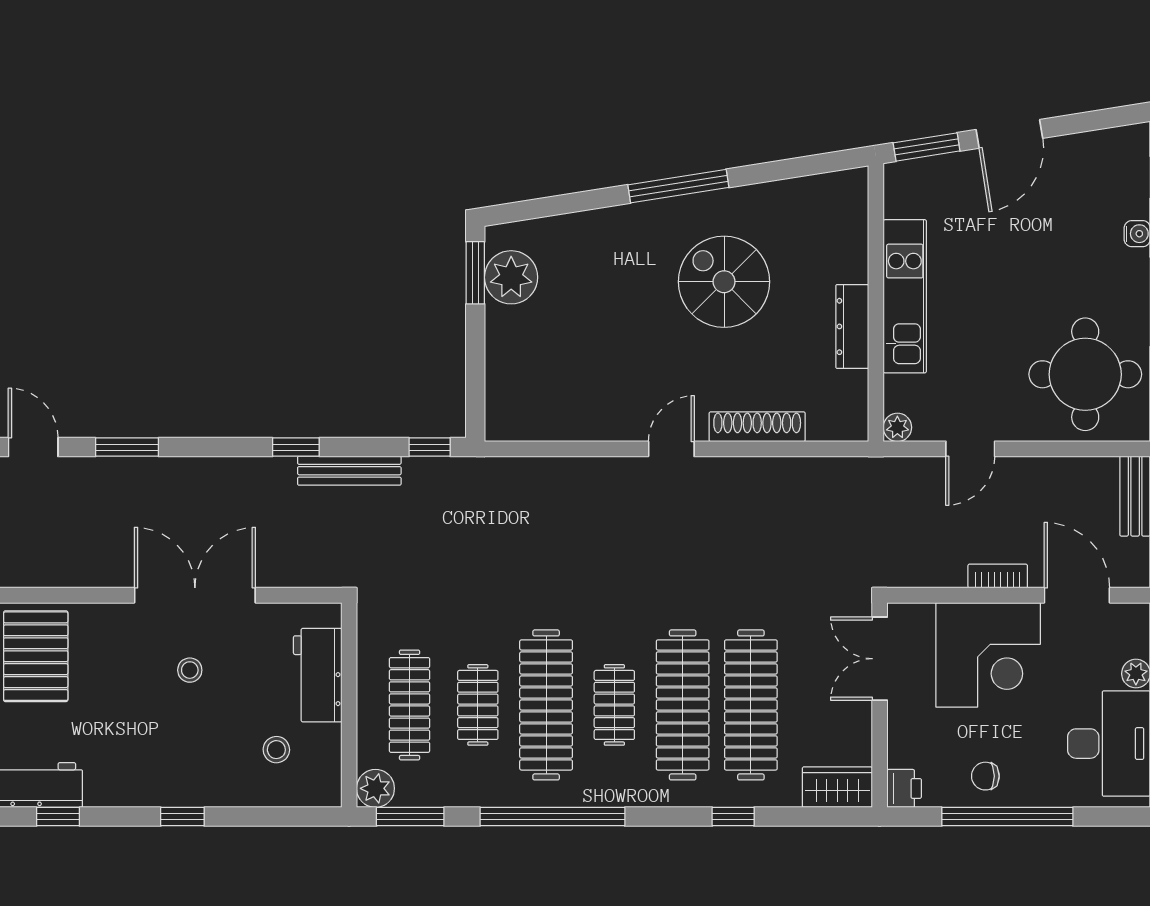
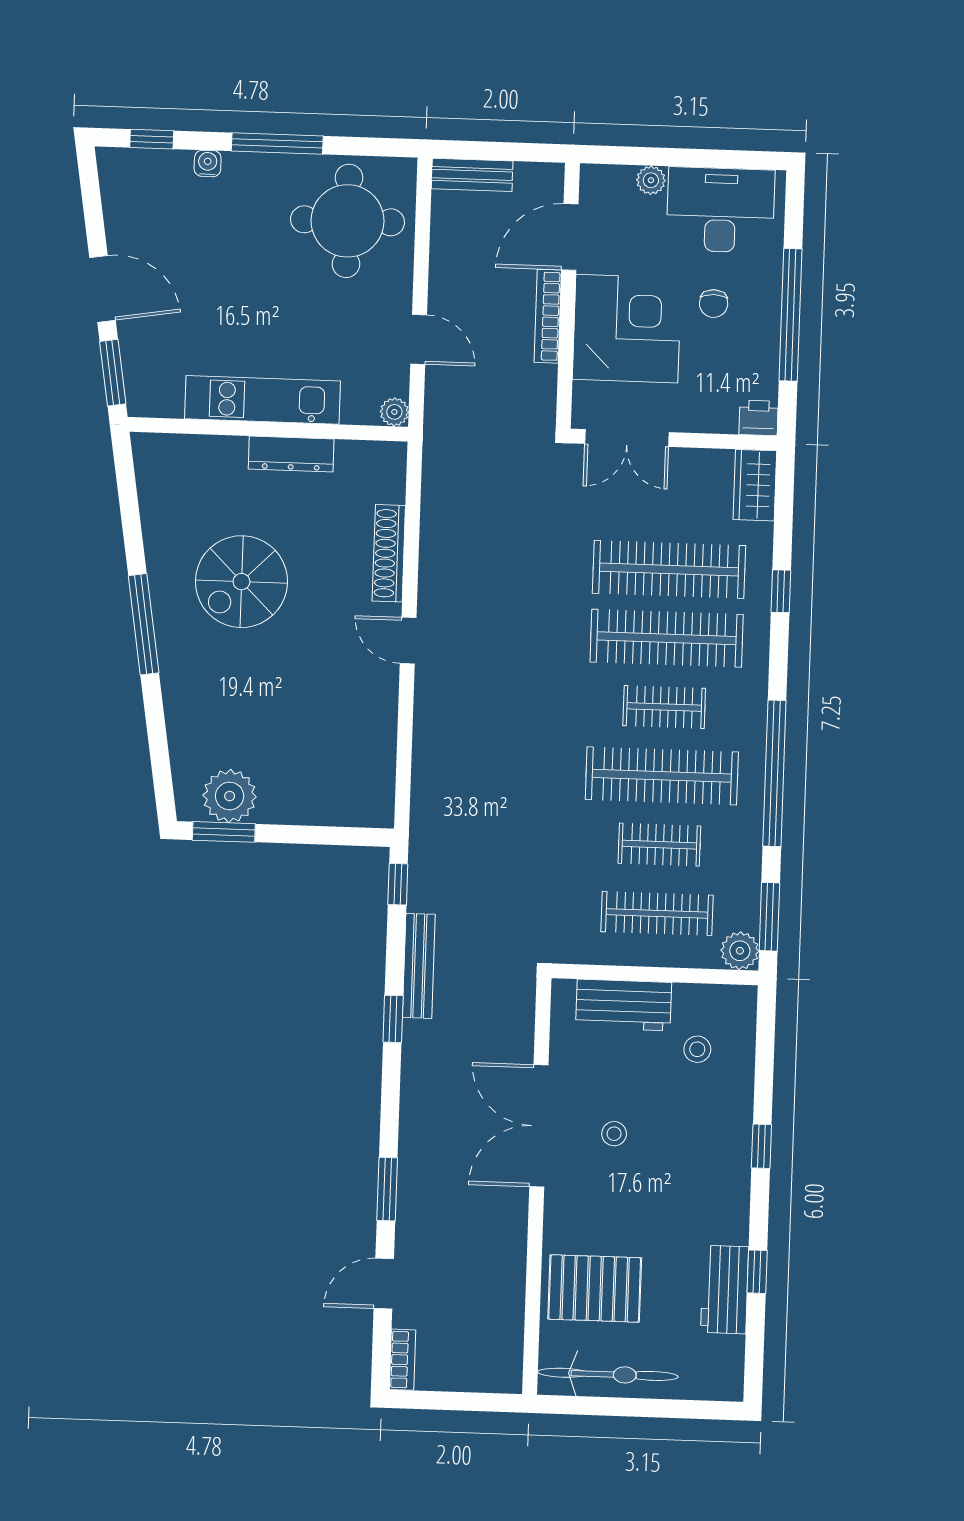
bookcase: (998, 576) -> (548, 316), width x1.56
chair: (985, 776) -> (714, 304), moved

